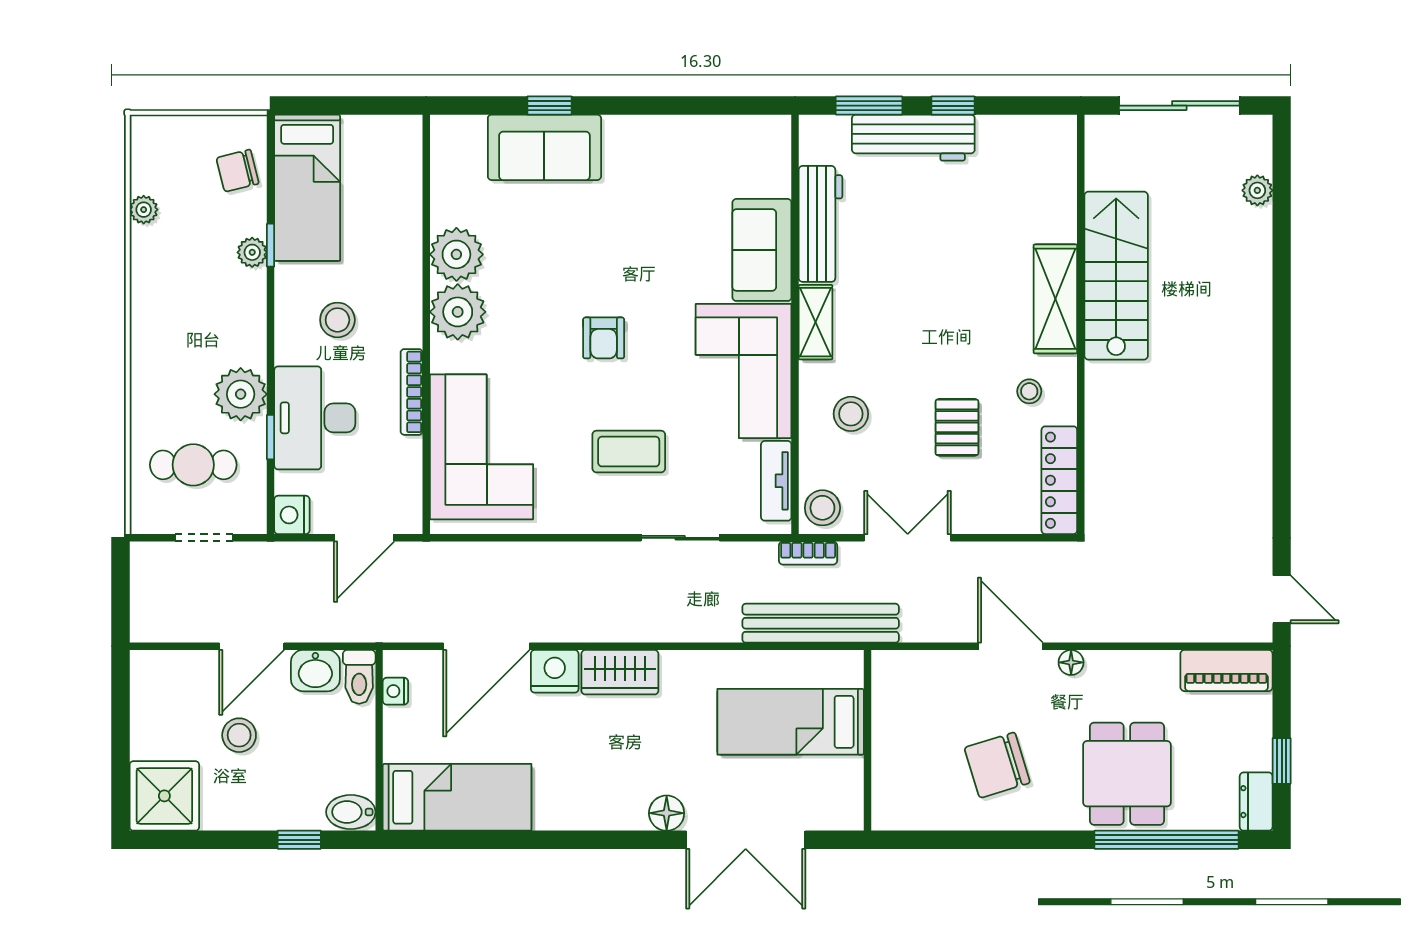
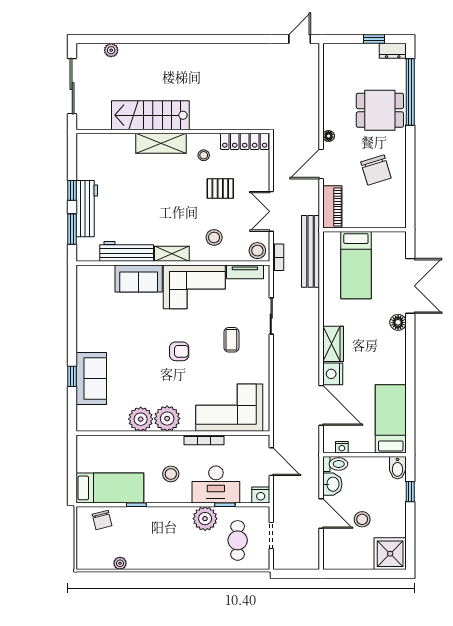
plant: (252, 252) -> (140, 513), removed
coffee table: (629, 452) -> (231, 340), width x0.73, depth x0.77
piano: (1226, 670) -> (332, 207), moved

